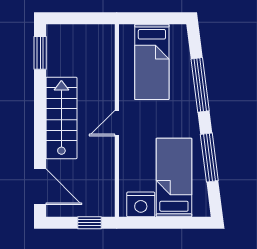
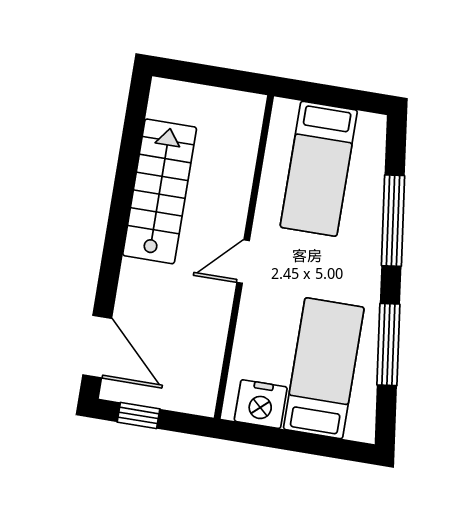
window: (40, 53) -> (134, 123), removed
stairs: (61, 118) -> (160, 191), moved
window: (90, 223) -> (139, 415), moved

